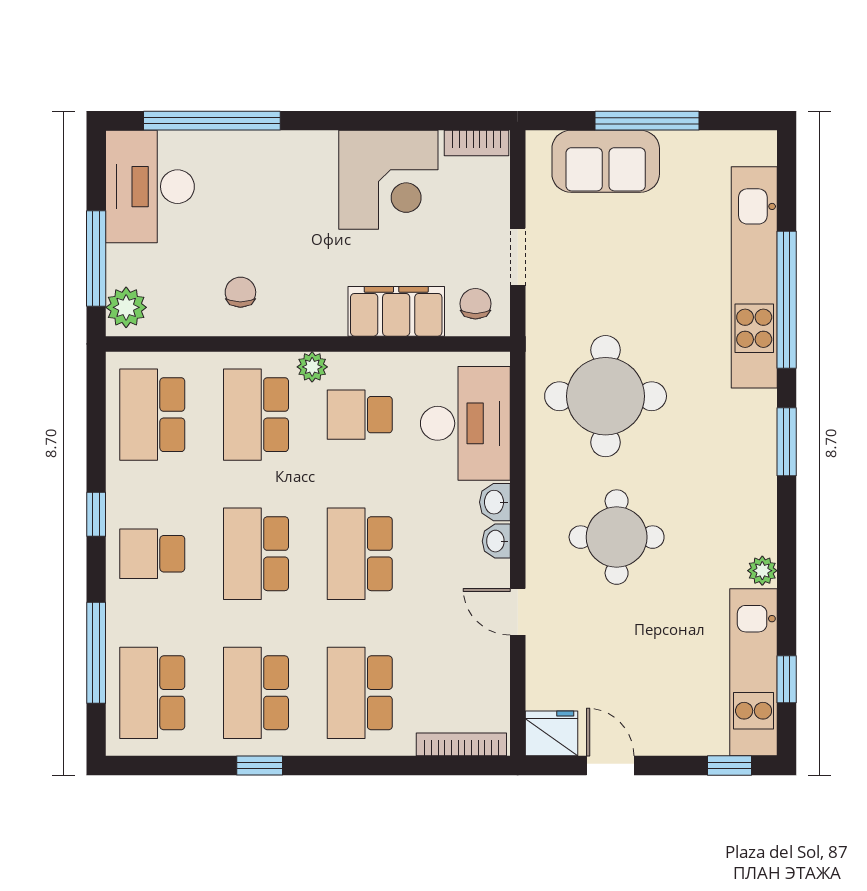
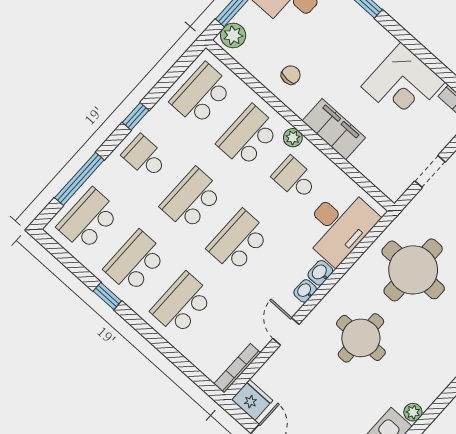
chair: (475, 304) -> (392, 176), removed
filing cabinet: (396, 311) -> (334, 129), moved
bookcase: (461, 744) -> (237, 368), moved, turned -90

